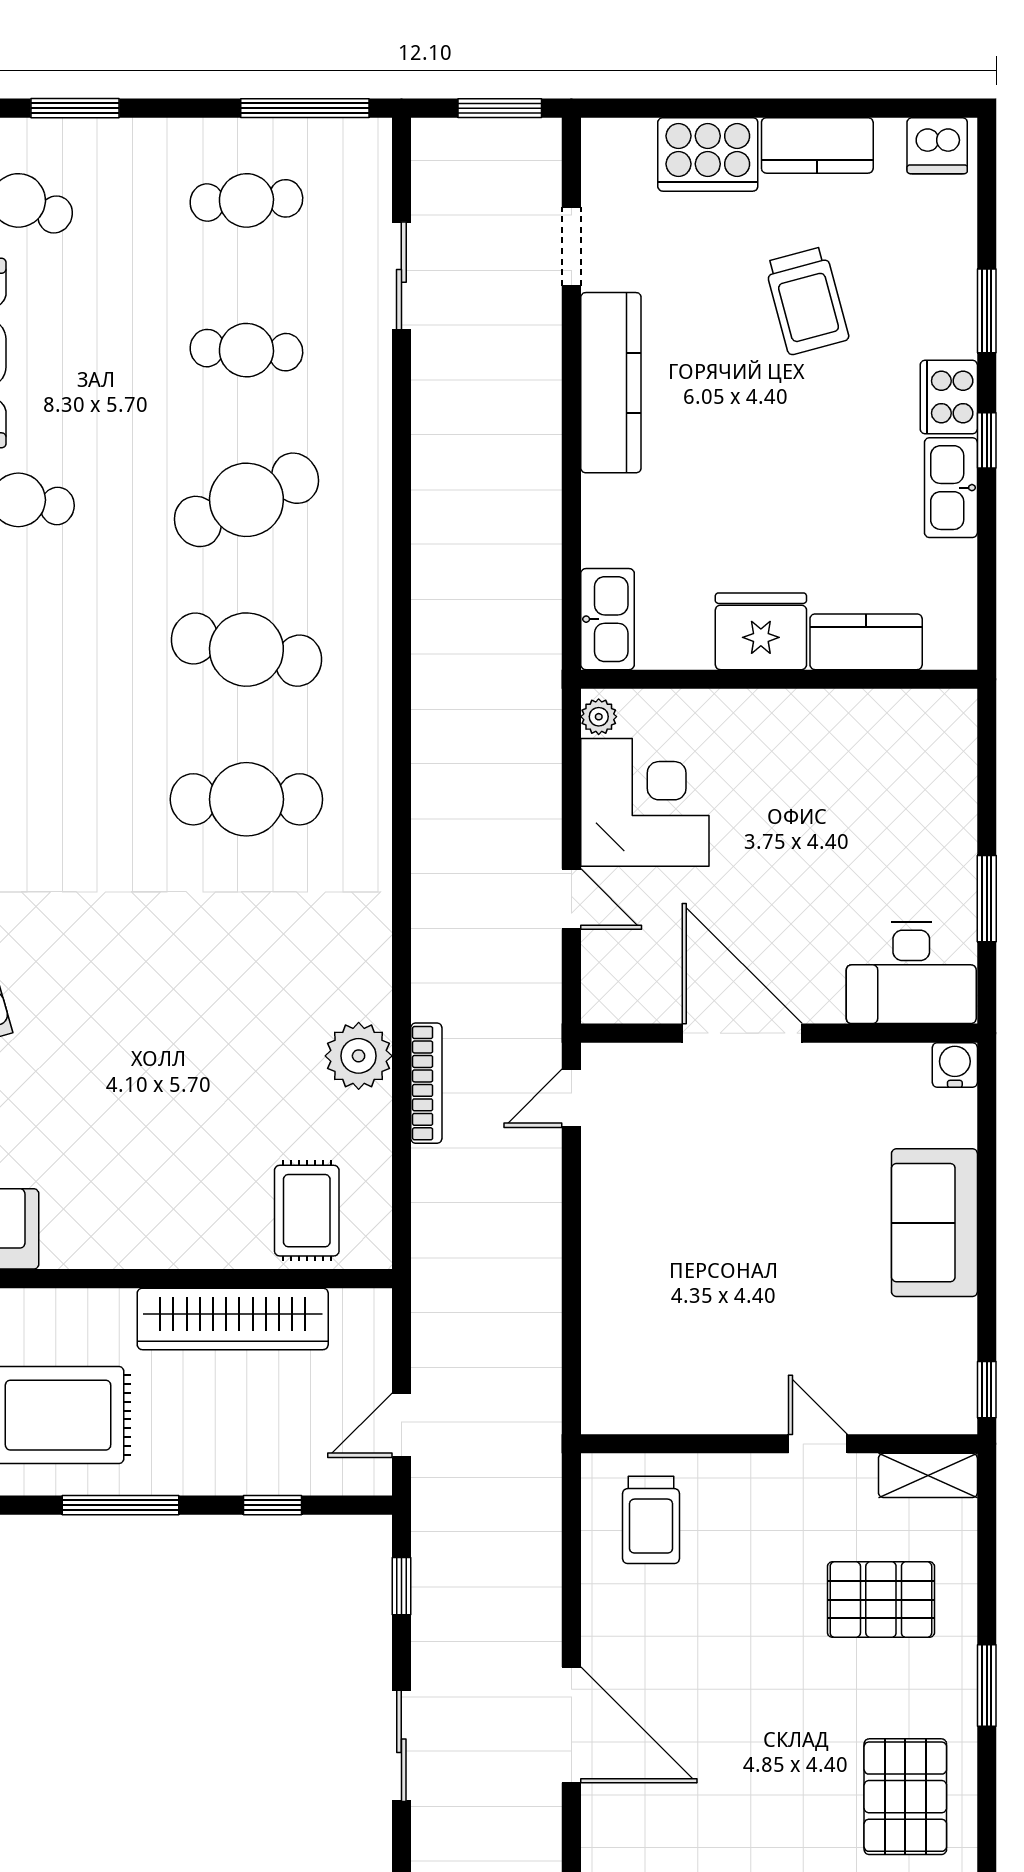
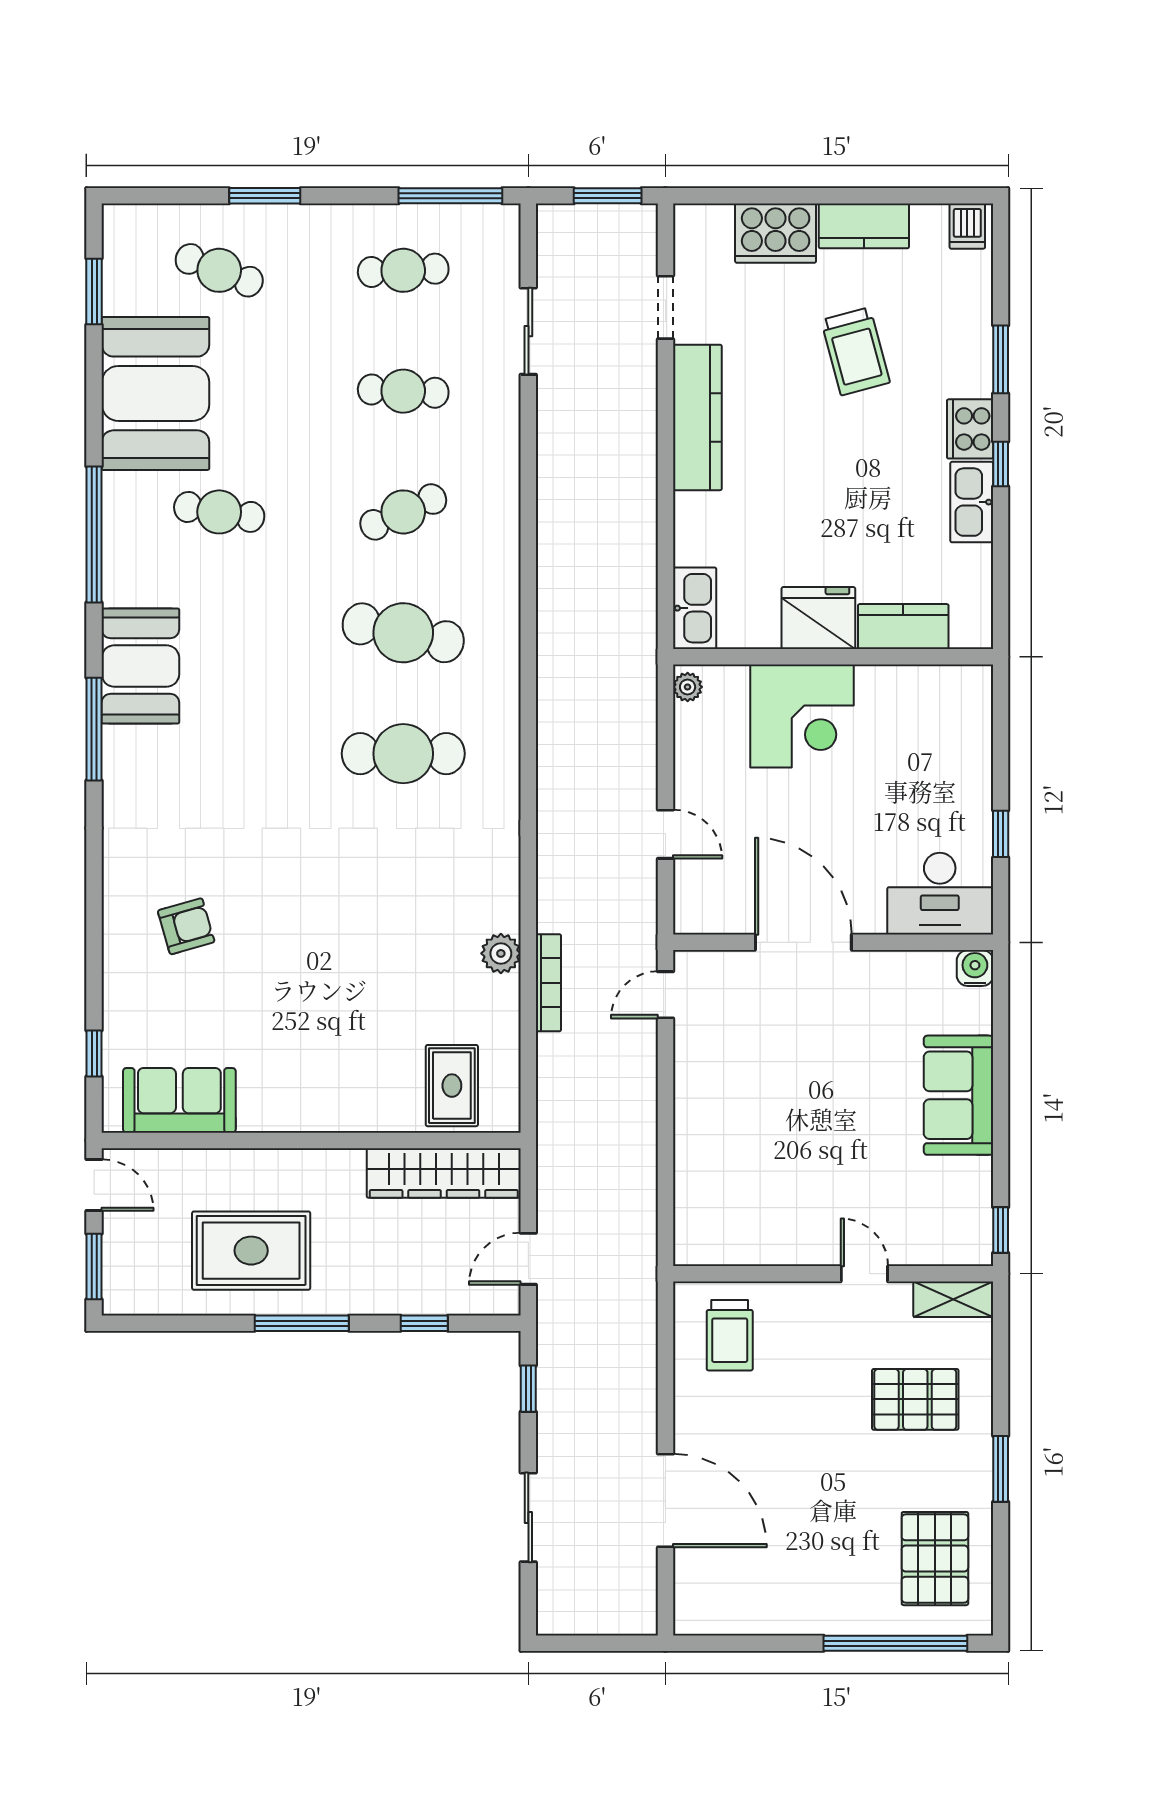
dishwasher: (937, 146) -> (967, 226), width x0.73
cafe table: (246, 500) -> (403, 512), width x0.73, depth x0.74
corner desk: (645, 802) -> (802, 716), moved, turned 90
window: (987, 899) -> (1001, 834), width x0.67
plant: (359, 1056) -> (501, 953), width x0.73, depth x0.73
wardrobe: (233, 1319) -> (444, 1173), moved

